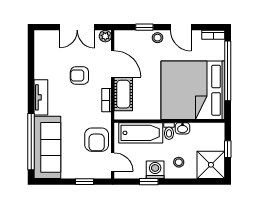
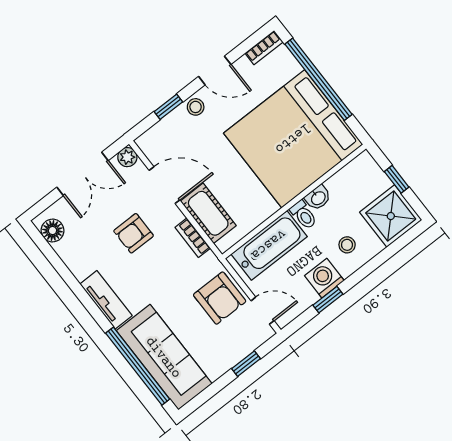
floor lamp: (41, 43) -> (52, 231), added

